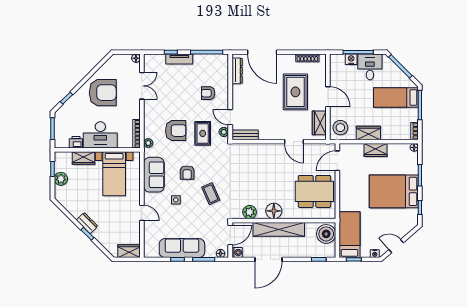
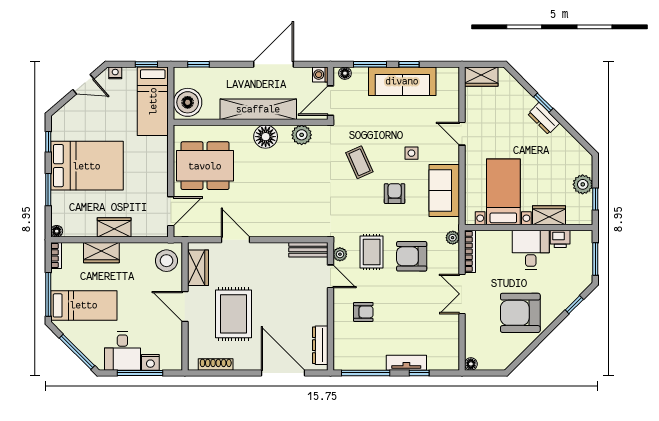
double door: (142, 86) -> (462, 294), moved
wardrobe: (368, 133) -> (101, 253), moved
desk: (100, 135) -> (531, 250), width x0.73

